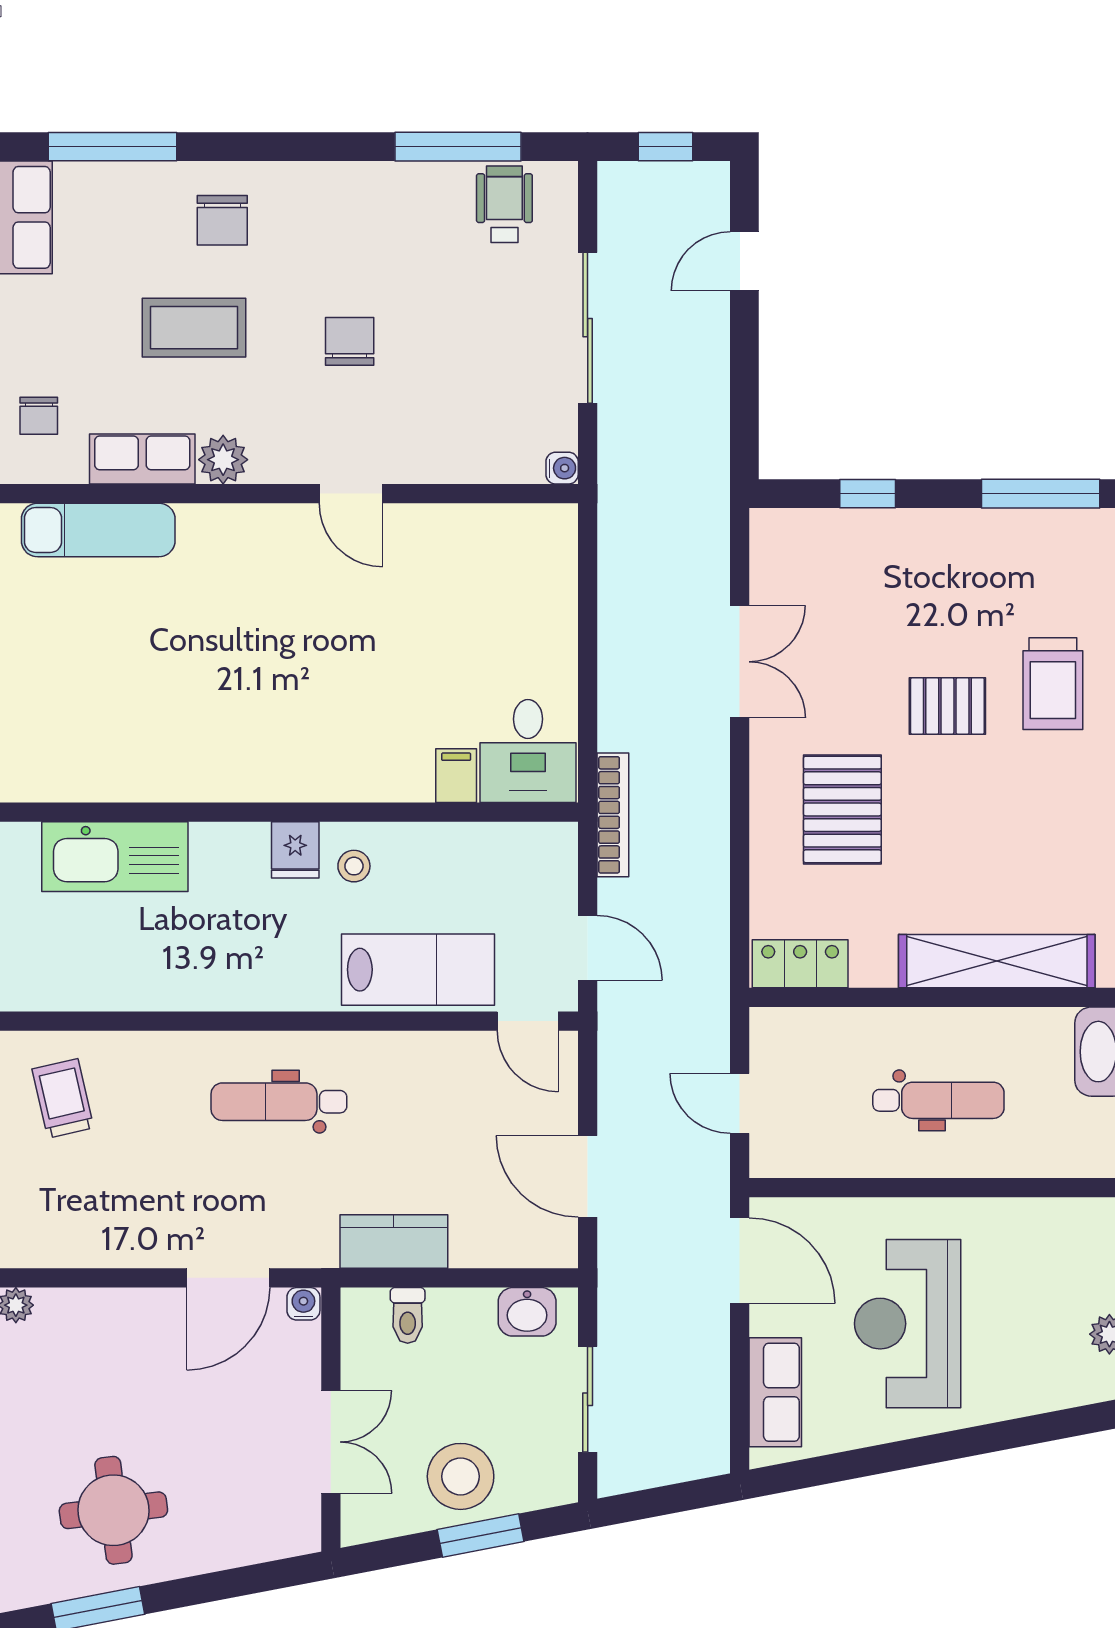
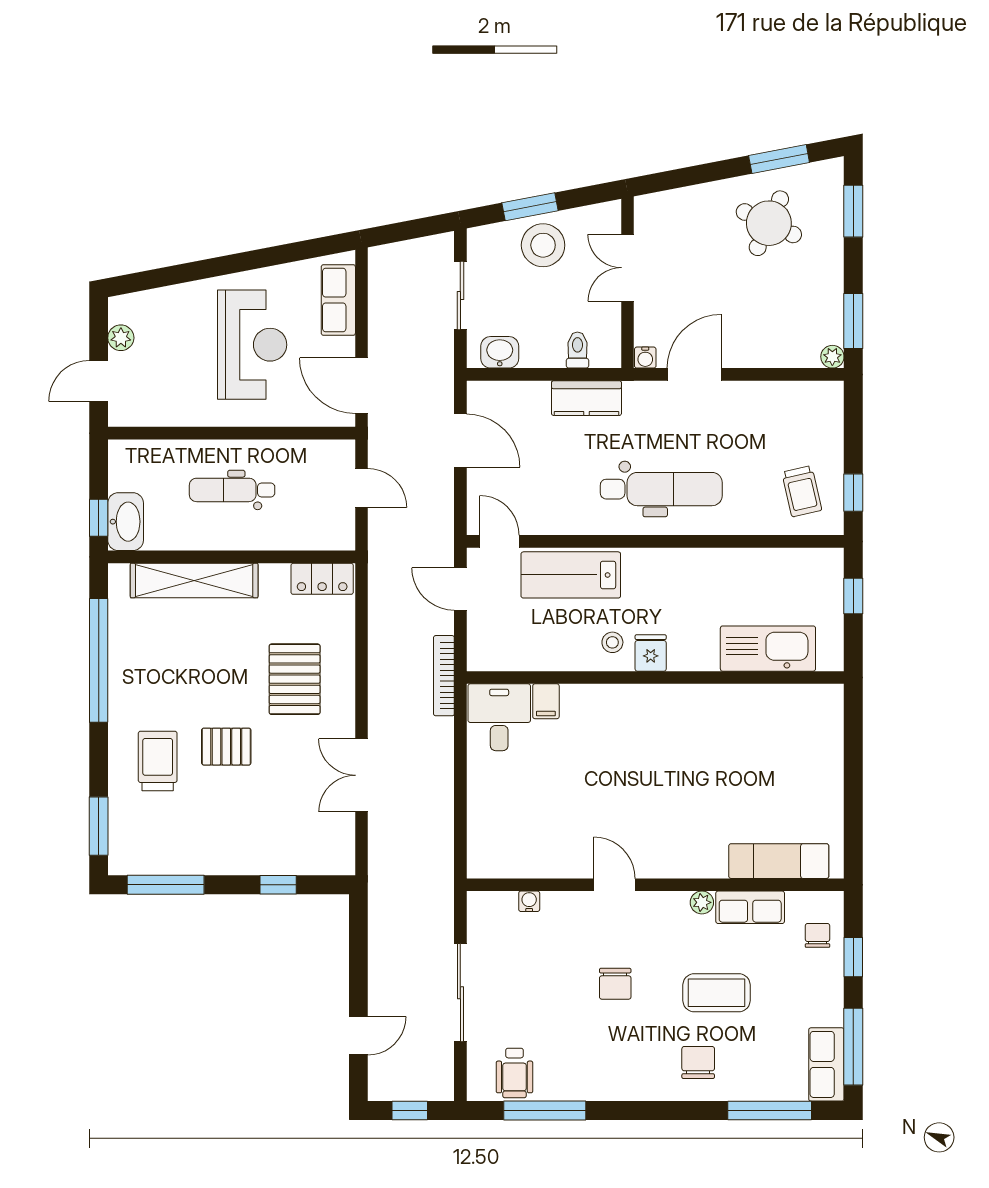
plant: (223, 460) -> (702, 902), width x0.73, depth x0.73
water cooler: (562, 468) -> (529, 901), moved, turned 90
dental chair: (279, 1102) -> (661, 489), width x1.36, depth x1.38
round table: (113, 1510) -> (769, 223), turned 32

